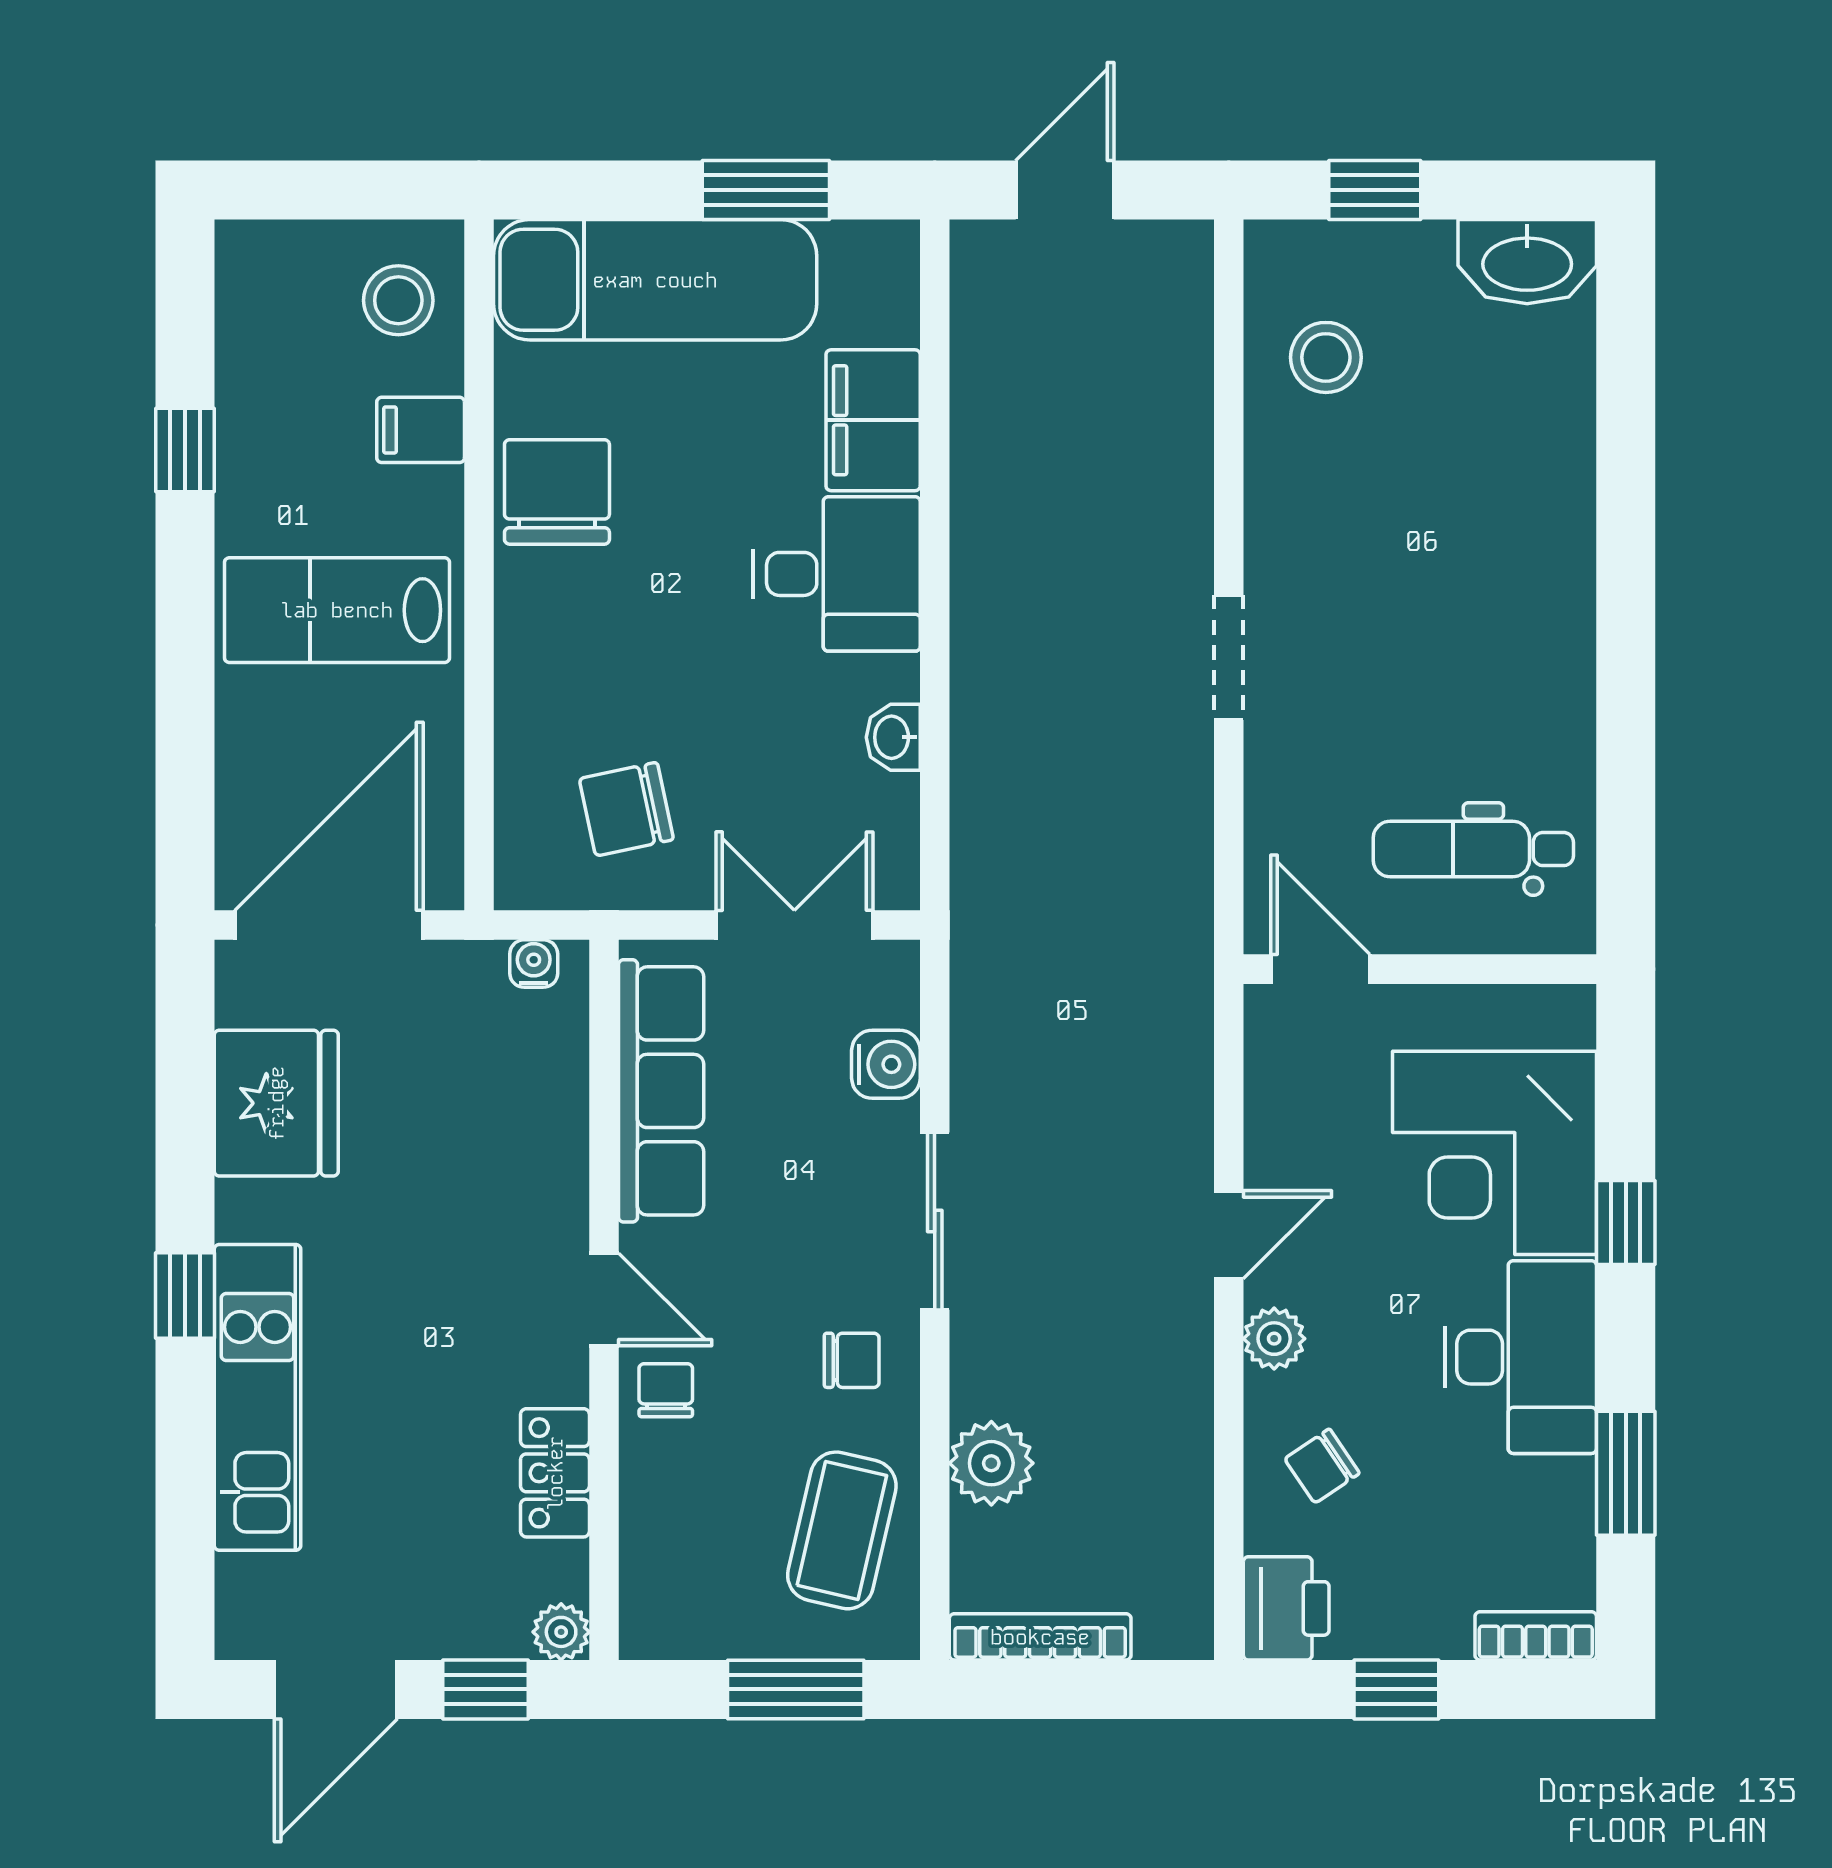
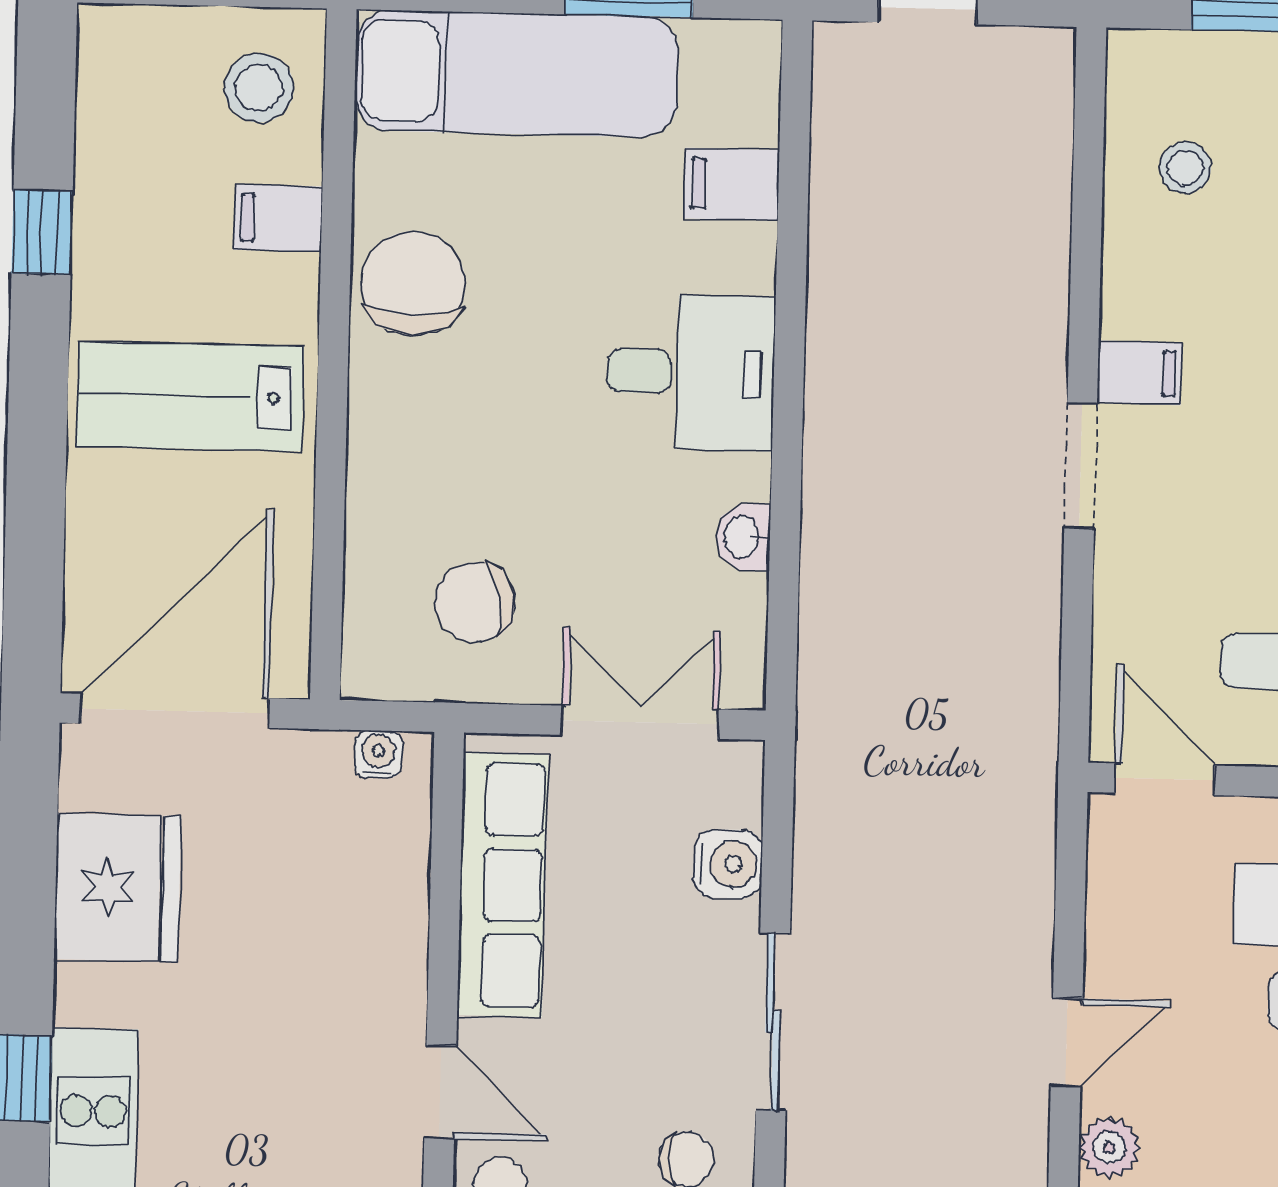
stool: (1326, 357) -> (1185, 168), width x0.73, depth x0.73
filing cabinet: (873, 420) -> (732, 184), width x0.50
filing cabinet: (1285, 564) -> (1140, 373), added

